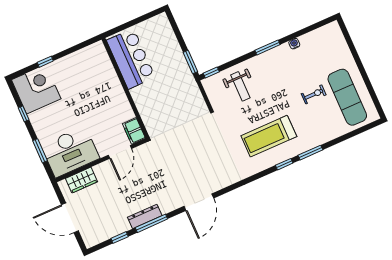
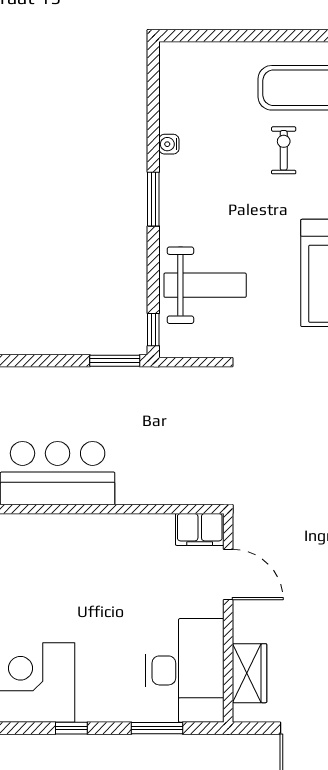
weight bench: (240, 86) -> (205, 285), width x1.36, depth x1.33

